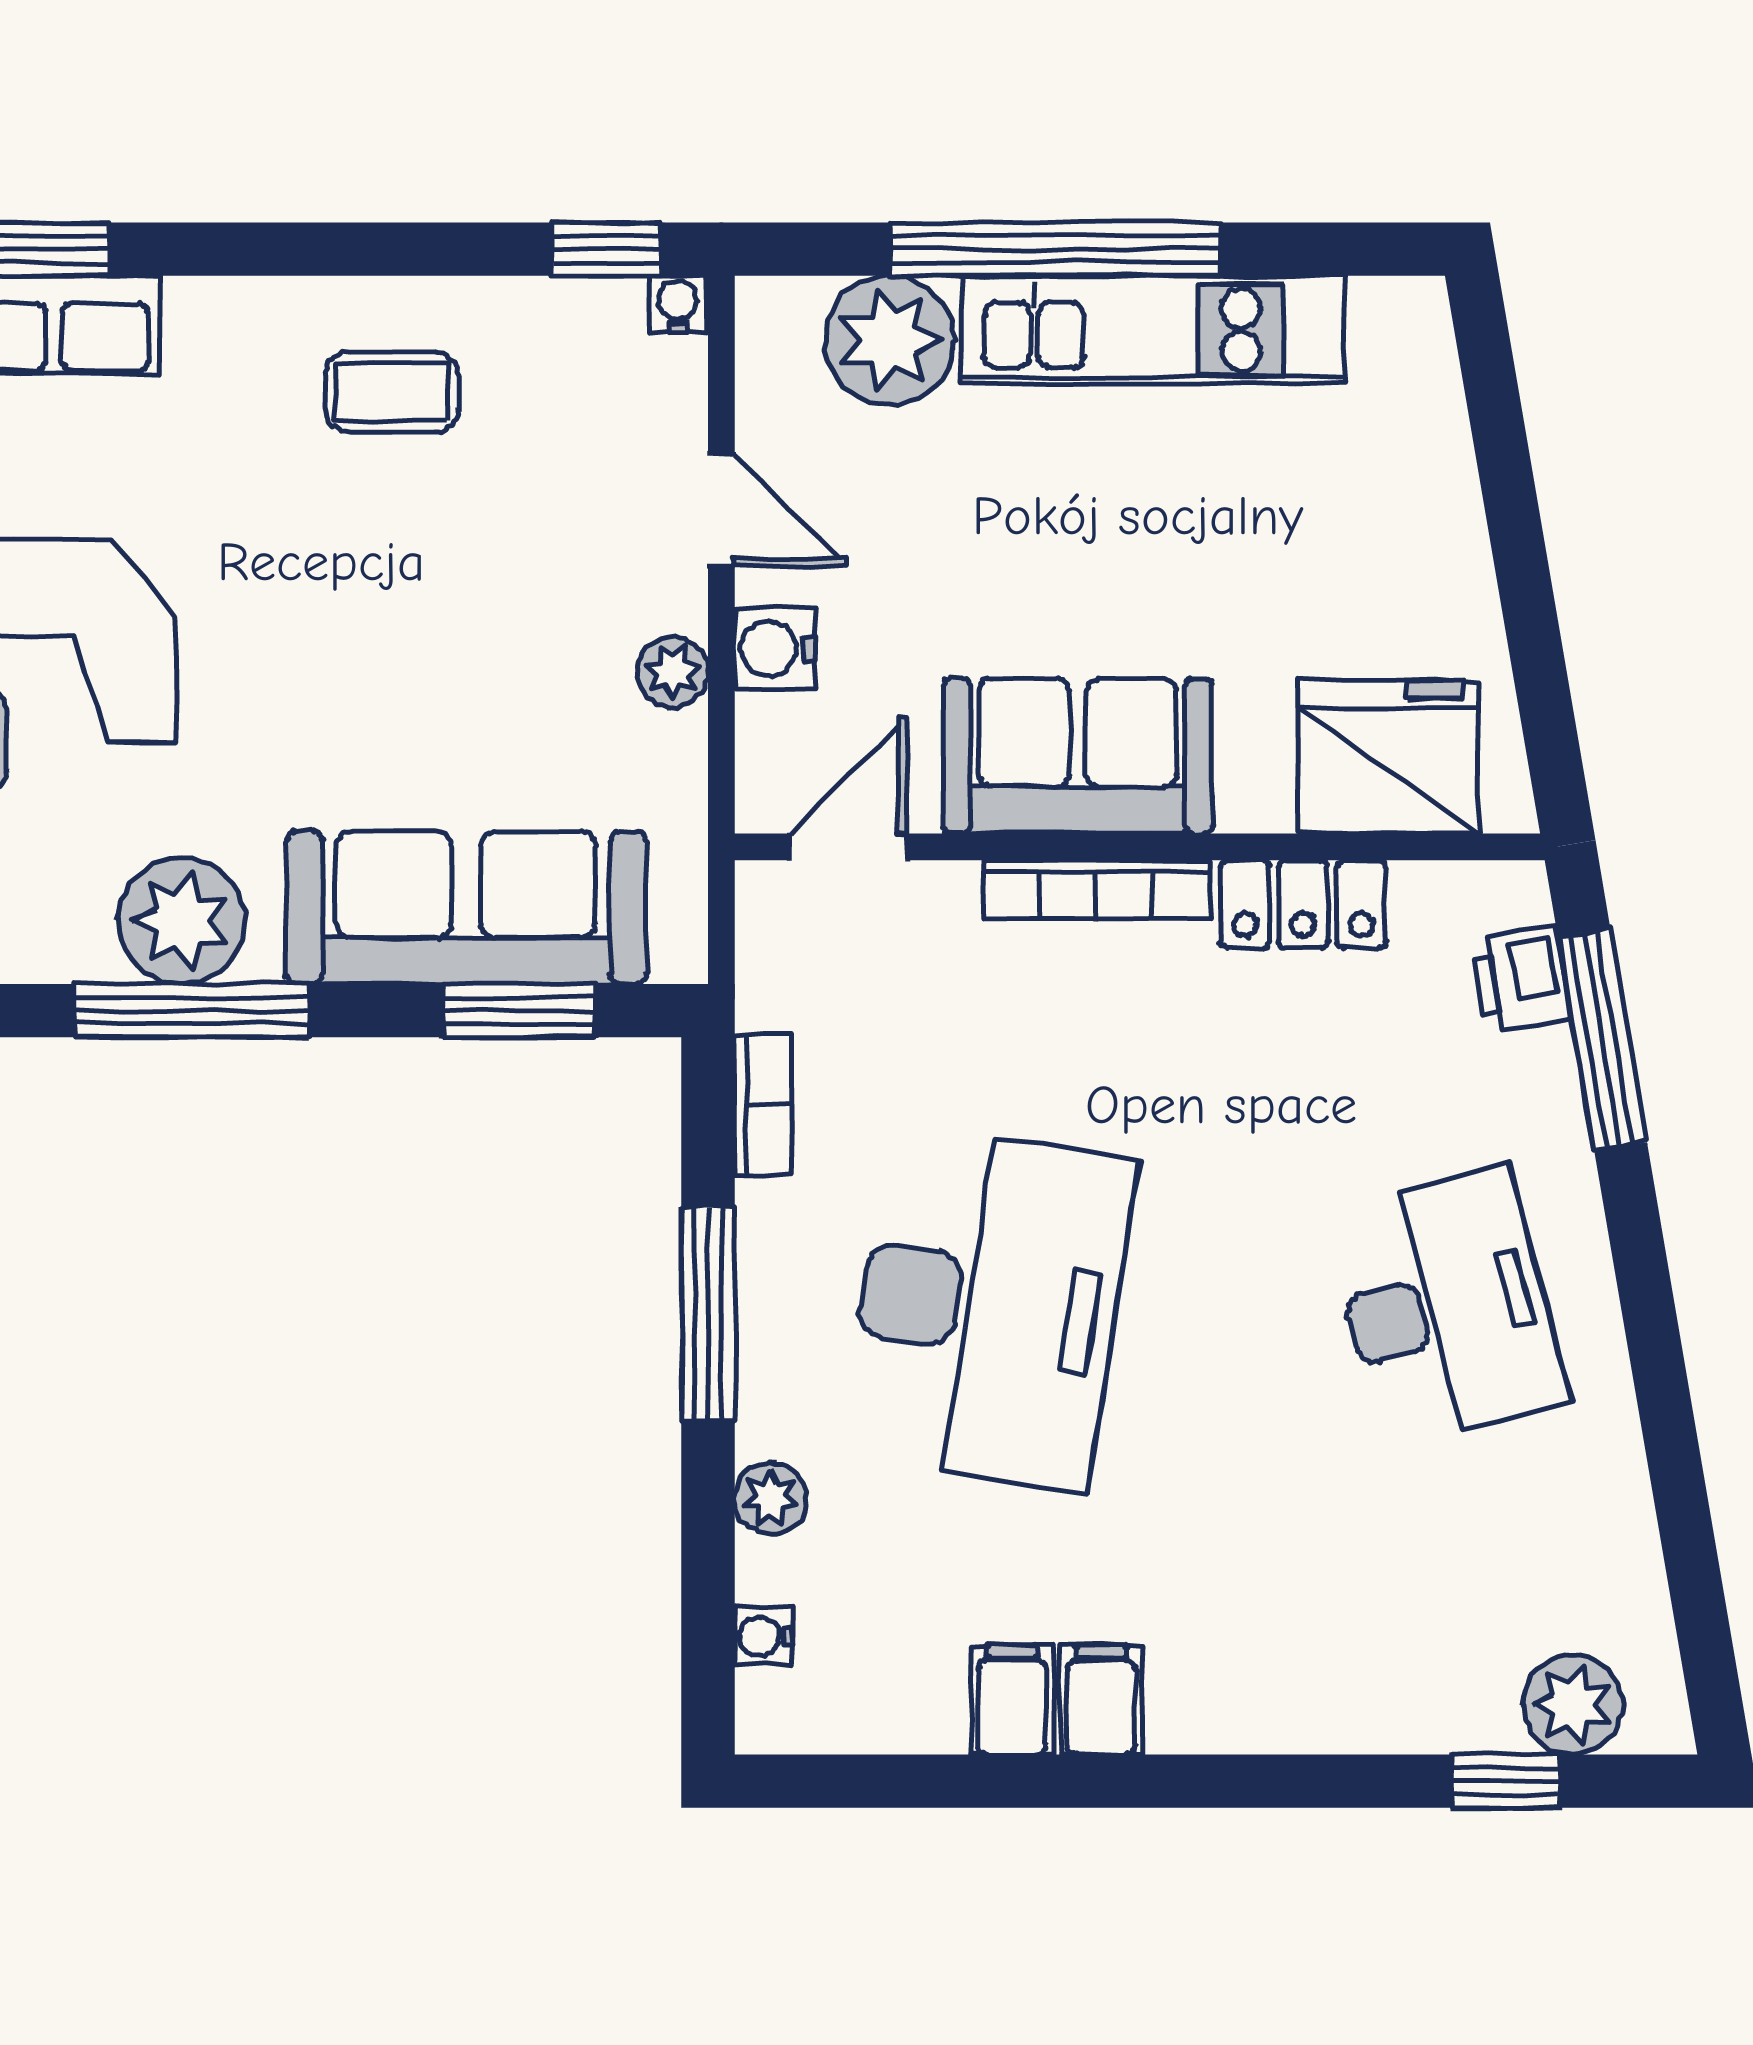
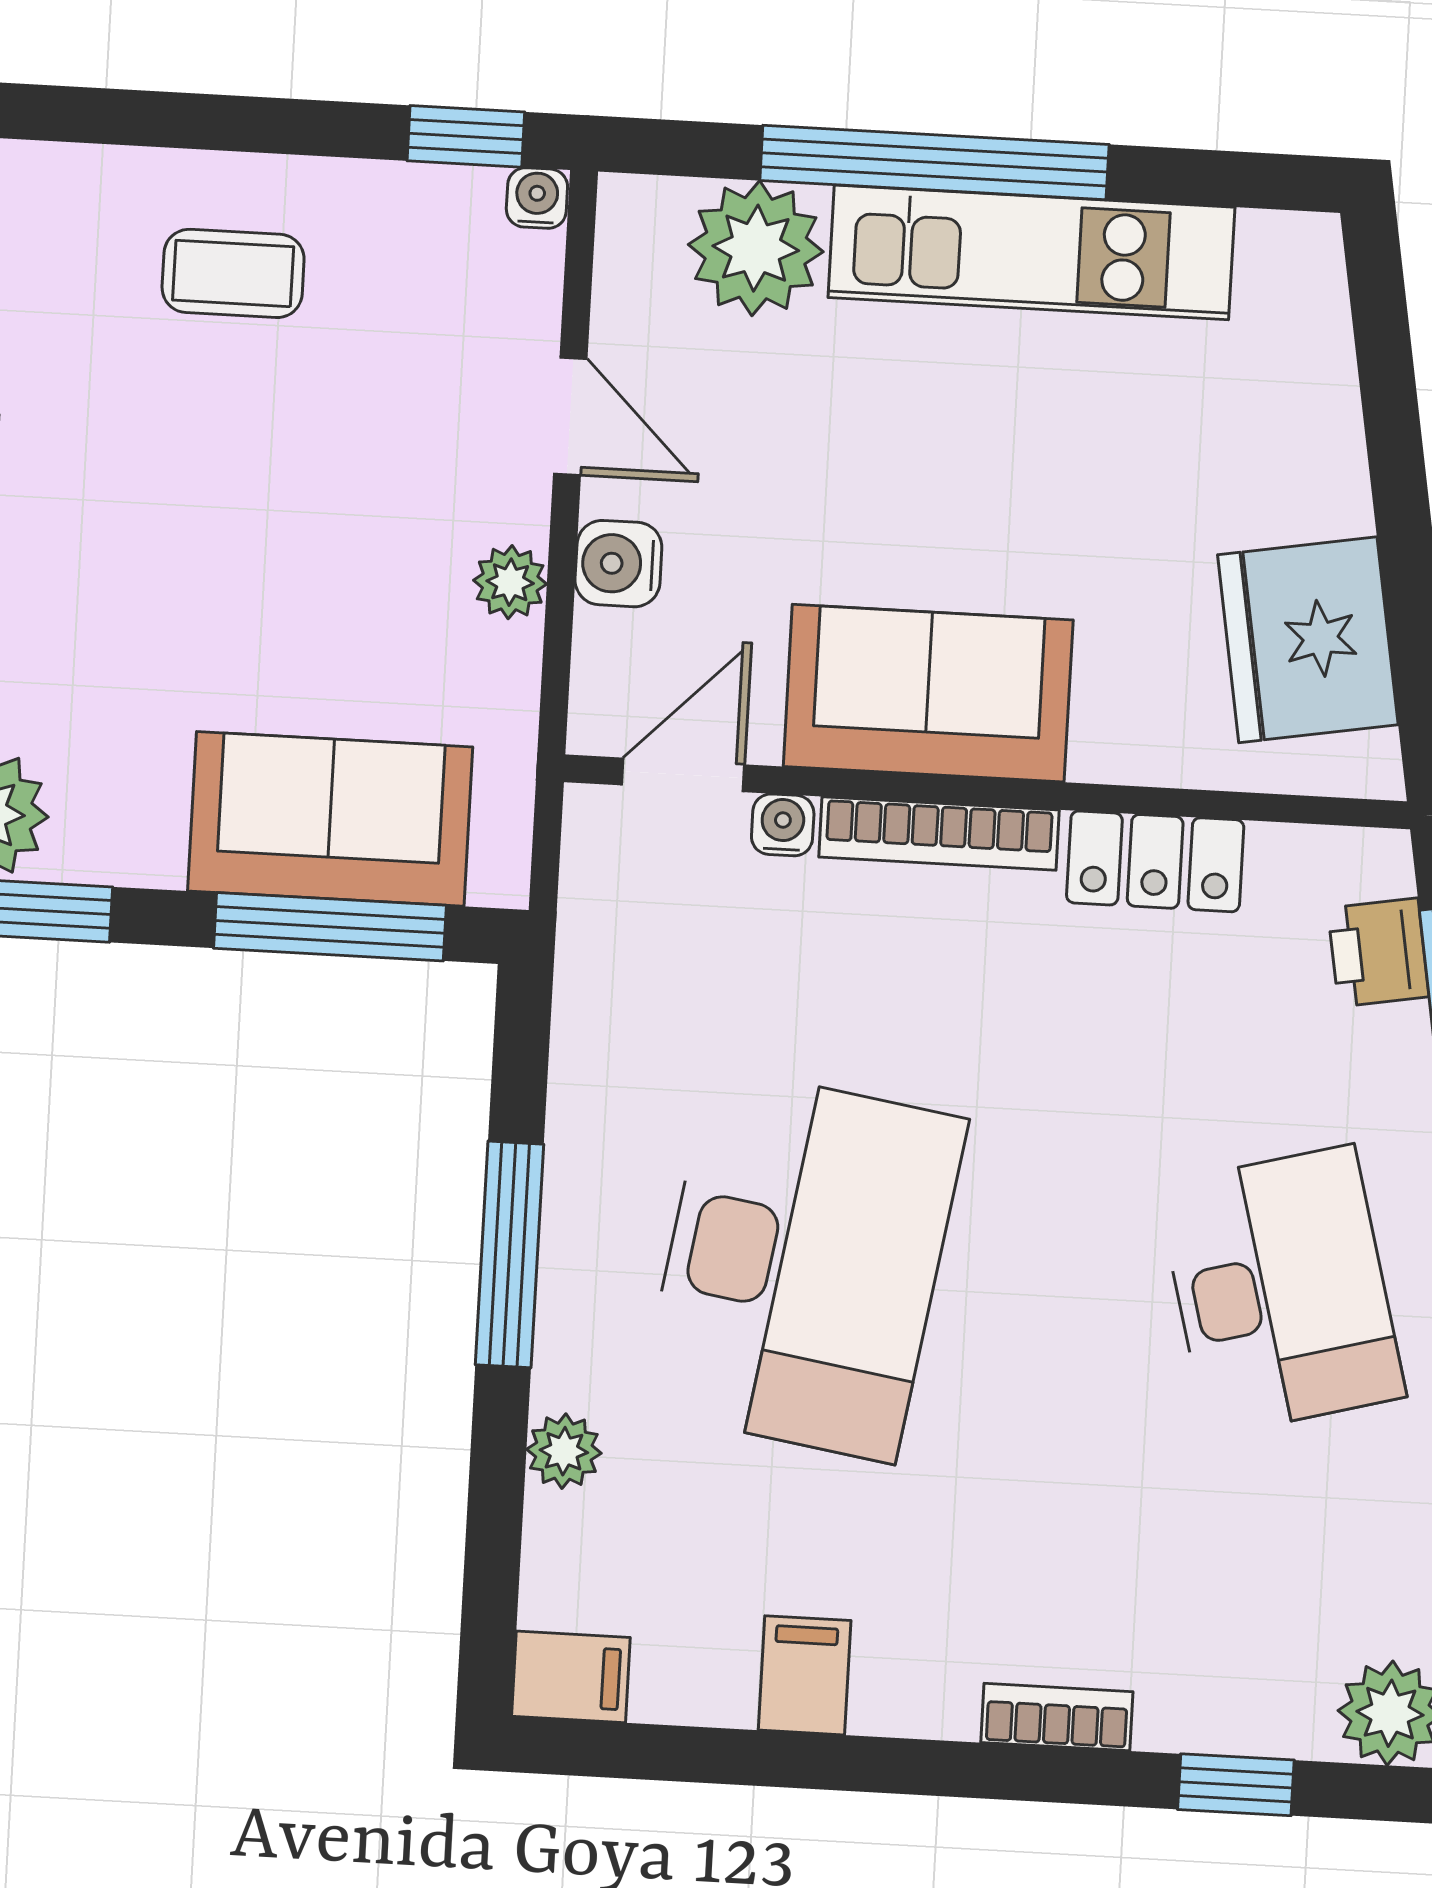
fridge: (1388, 757) -> (1308, 640), moved, turned -100
sofa: (466, 908) -> (330, 819), width x0.73
window: (519, 1011) -> (330, 927), width x1.44
bookcase: (763, 1104) -> (1057, 1717), moved, turned -90
water cooler: (764, 1637) -> (783, 825), moved, turned 90
filing cabinet: (1101, 1700) -> (571, 1677), moved, turned 90
window: (1506, 1781) -> (1236, 1785), moved

